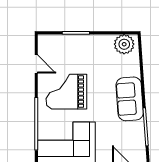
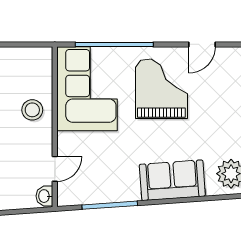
sofa: (130, 99) -> (172, 180), moved

